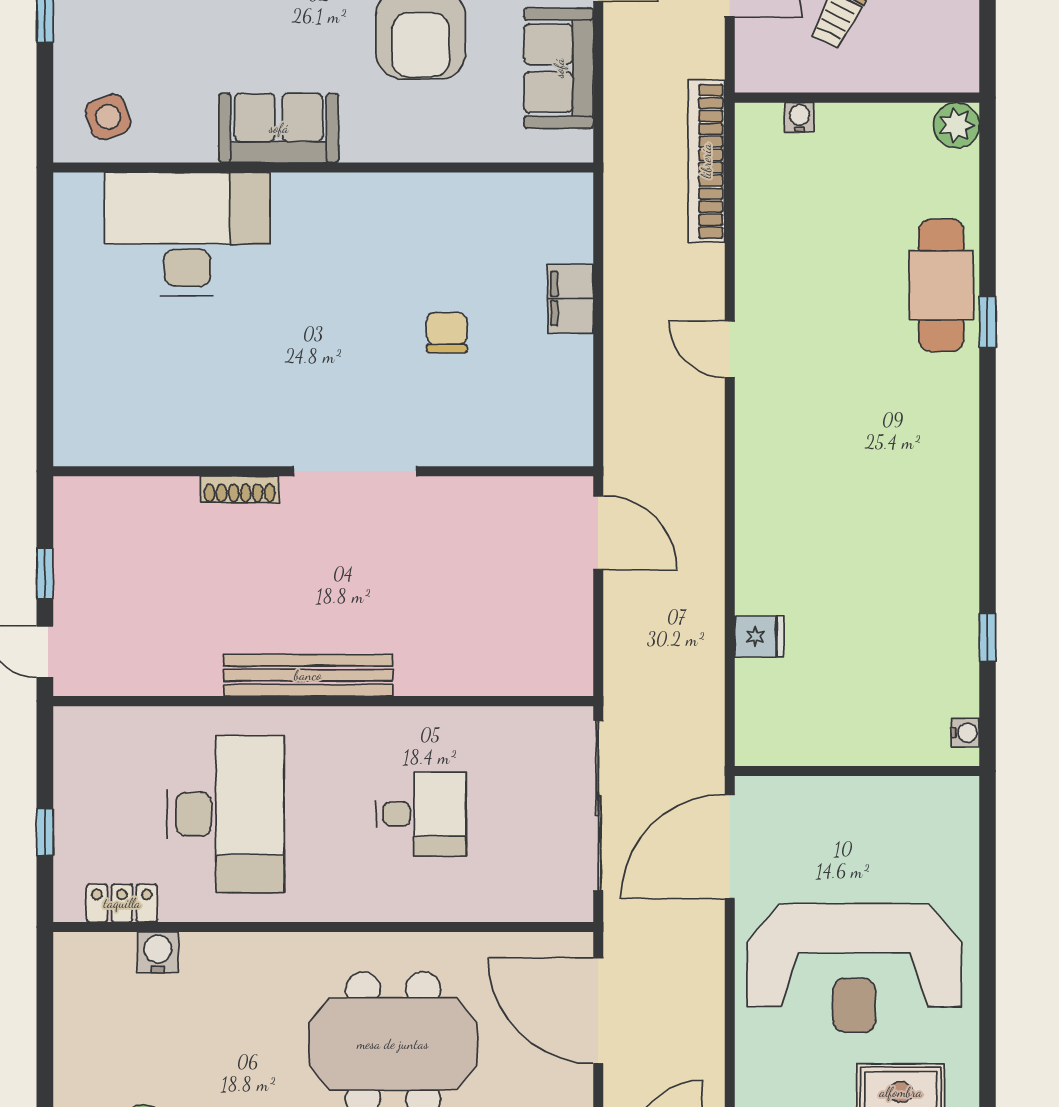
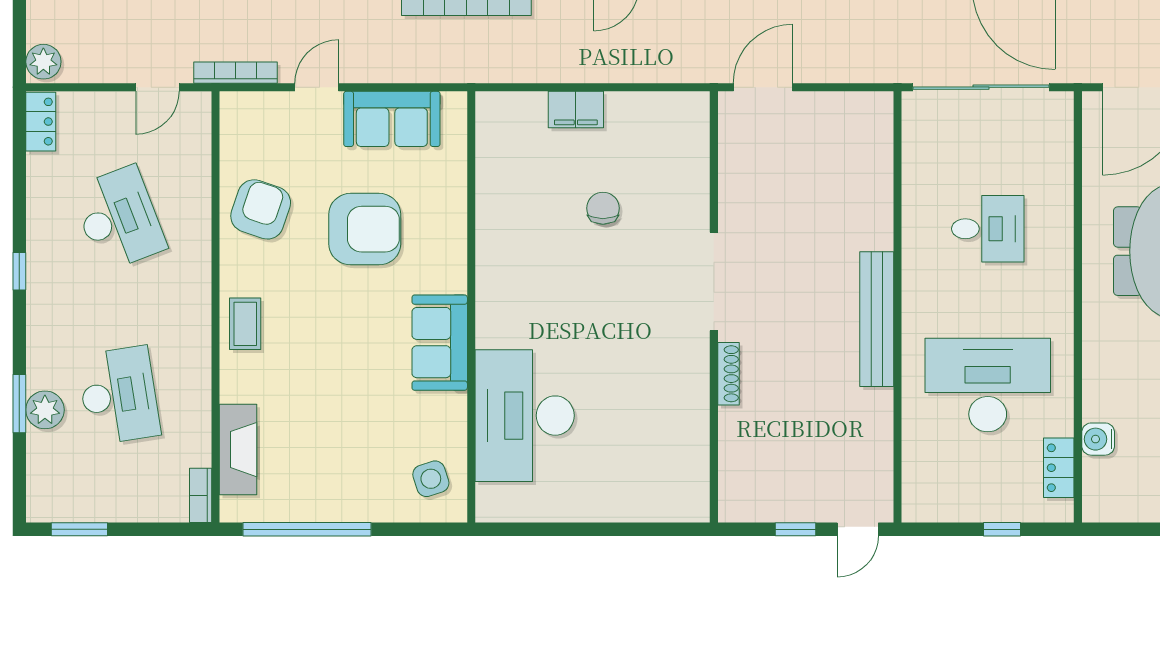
chair: (447, 332) -> (603, 208), turned 90
desk: (421, 814) -> (988, 229), turned 90

